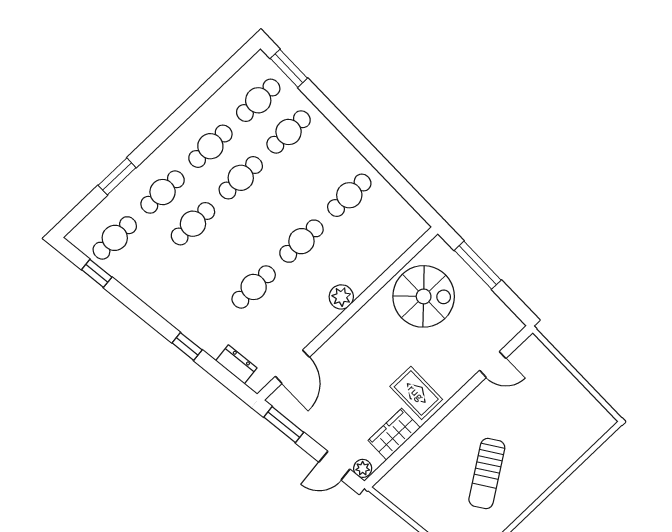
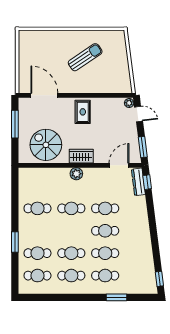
window: (289, 68) -> (15, 242), moved
cafe table: (115, 238) -> (105, 231), moved
window: (478, 265) -> (15, 124), moved
window: (97, 273) -> (159, 279), moved
window: (187, 346) -> (147, 182), moved
dresser: (236, 364) -> (138, 182), width x1.44
door: (493, 364) -> (44, 95), width x1.88
wardrobe: (394, 434) -> (81, 156), moved, turned 180

